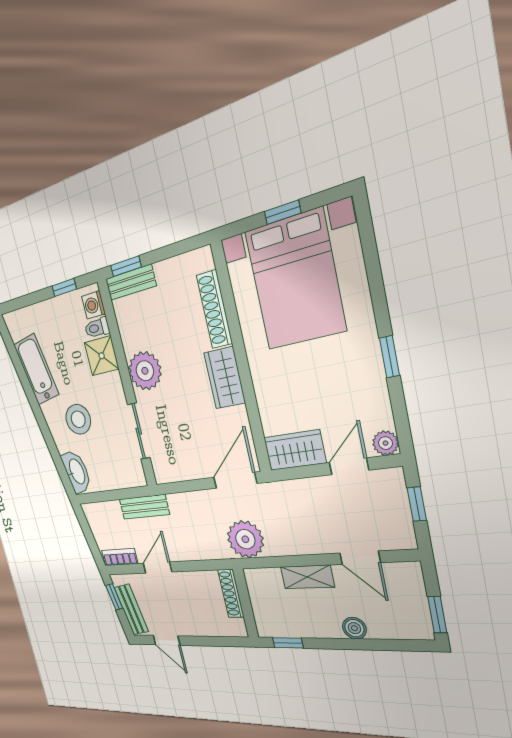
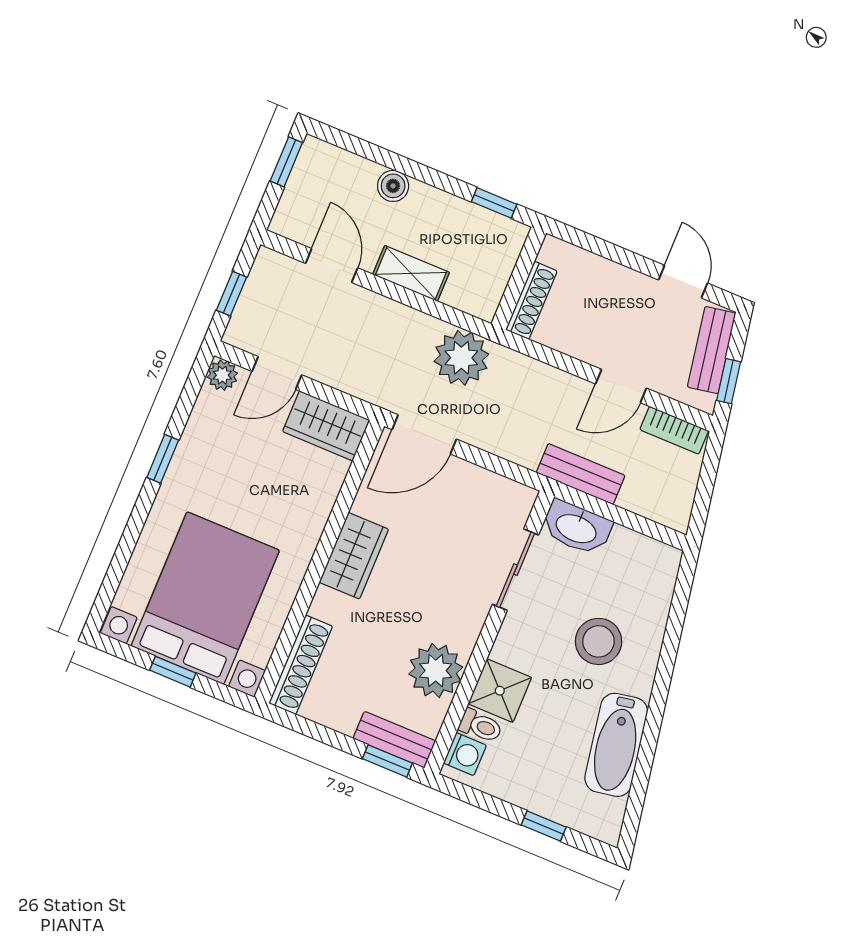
window: (64, 288) -> (544, 826), moved
shoe rack: (214, 309) -> (301, 665), moved
plant: (145, 371) -> (436, 671), moved
washbasin: (77, 472) -> (577, 528), moved, turned -80

